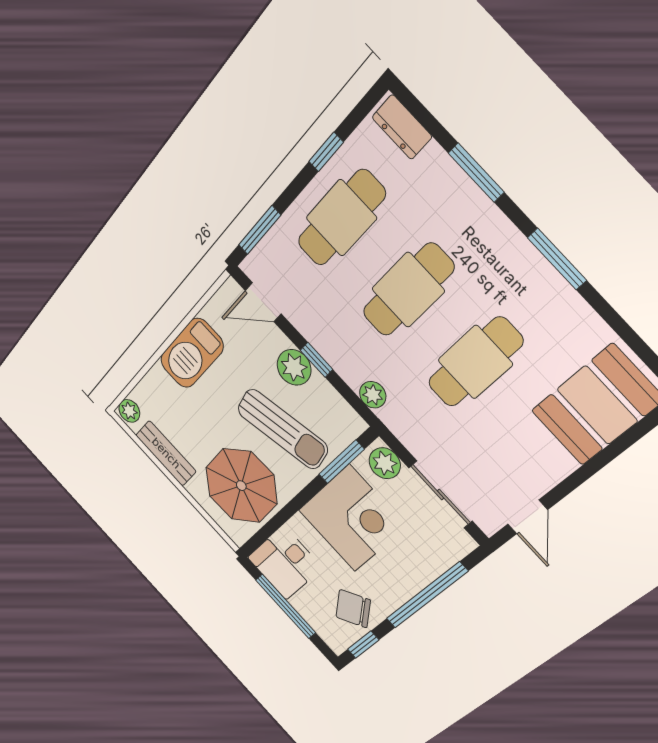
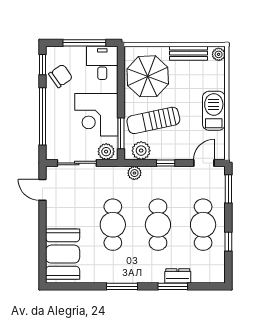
dresser: (402, 127) -> (178, 276), moved
plant: (294, 367) -> (141, 151), moved

